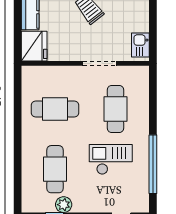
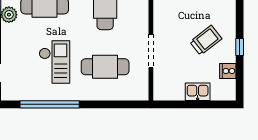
kitchen sink: (140, 45) -> (198, 92), moved

